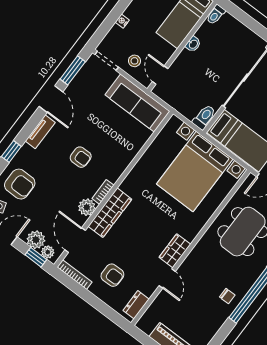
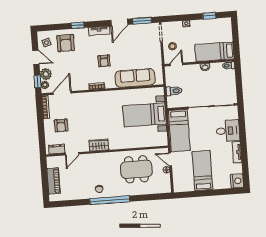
sofa: (137, 103) -> (135, 78), moved, turned 90
toilet: (204, 117) -> (174, 91), moved
bed with nightstands: (195, 171) -> (144, 115), width x0.73
plant: (87, 207) -> (83, 85), removed
wardrobe: (110, 213) -> (90, 98), removed
door: (167, 278) -> (72, 154), moved

